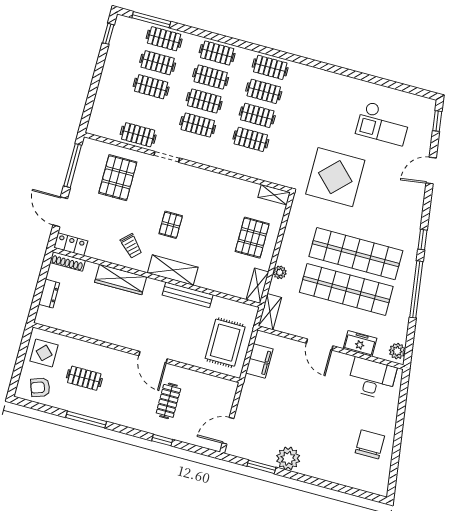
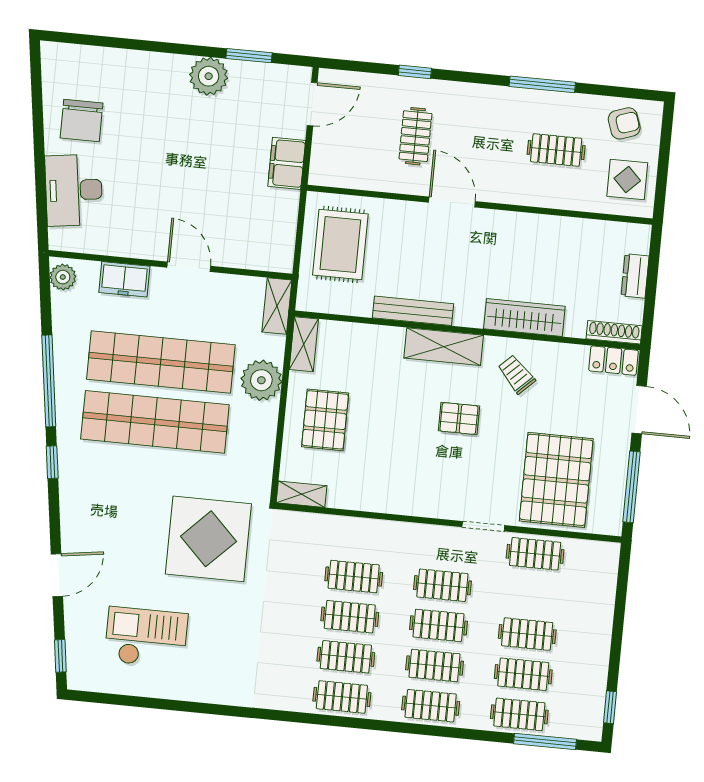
pallet: (118, 178) -> (556, 480), width x1.37, depth x1.41
pallet: (171, 225) -> (459, 418), turned 90
plant: (280, 272) -> (261, 380), width x1.88, depth x1.88
filing cabinet: (259, 361) -> (287, 163), moved
desk: (372, 378) -> (74, 190), moved, turned 82

